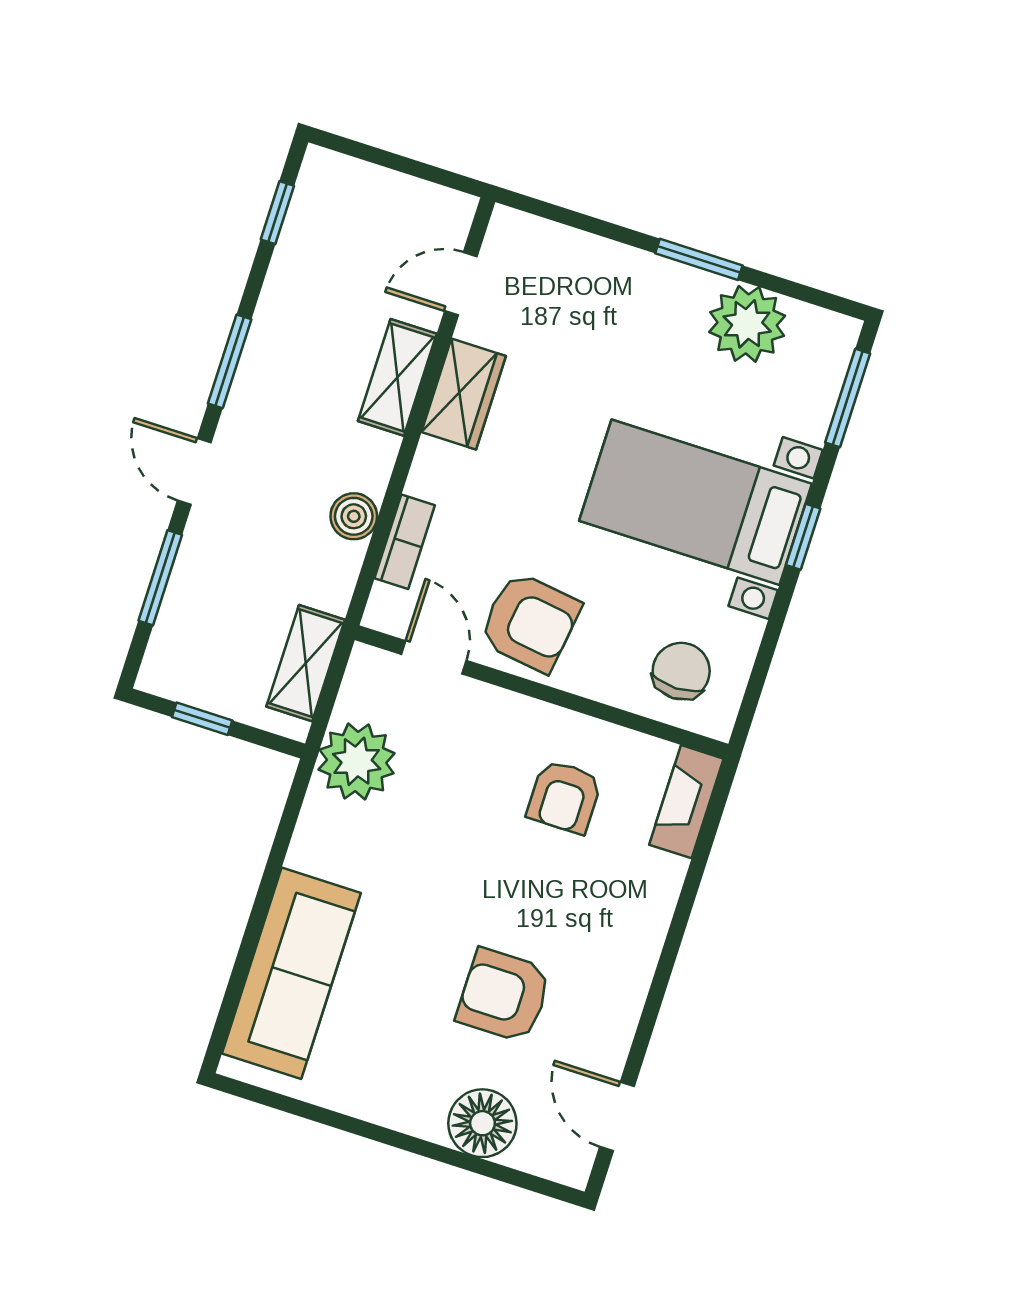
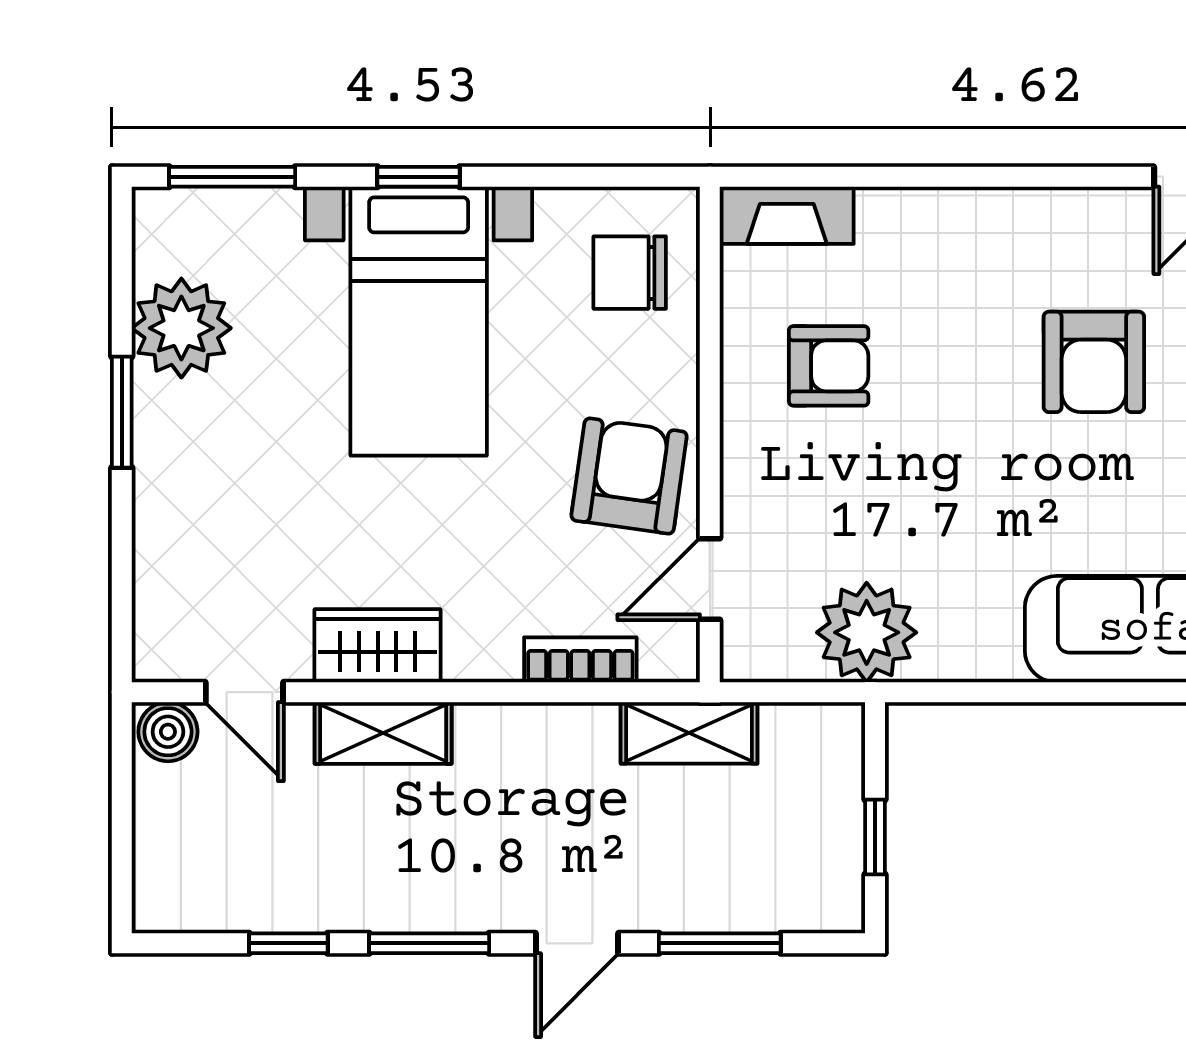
window: (277, 213) -> (288, 943), moved
boiler: (354, 516) -> (168, 732), moved
shelving: (306, 663) -> (689, 733), moved

